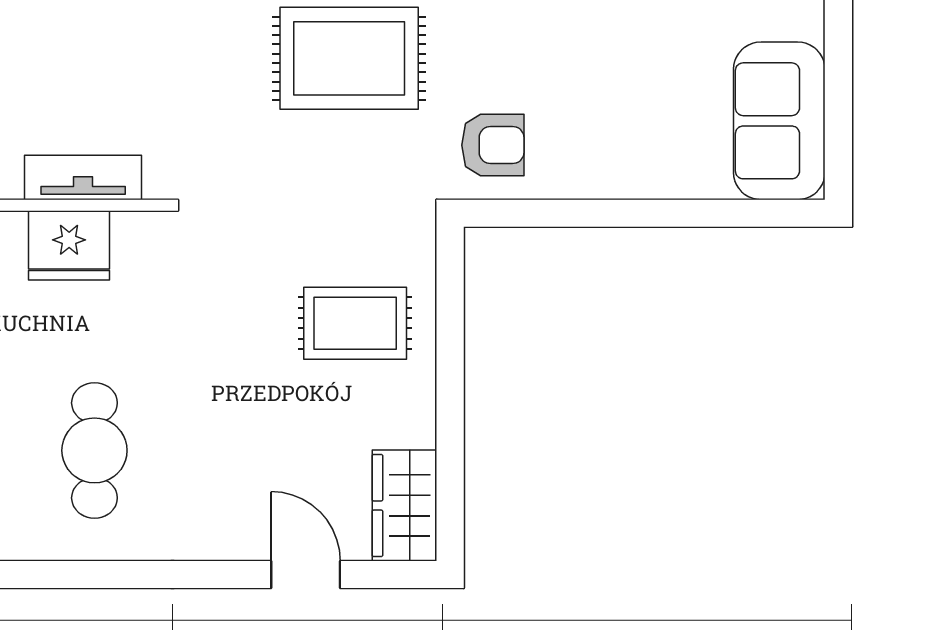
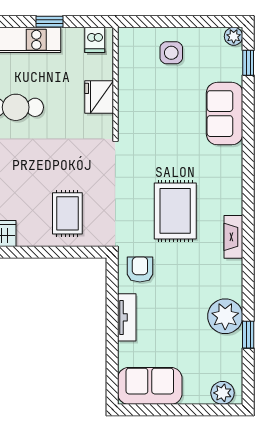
armchair: (493, 145) -> (140, 269), turned 180
tv unit: (83, 178) -> (127, 317), moved

